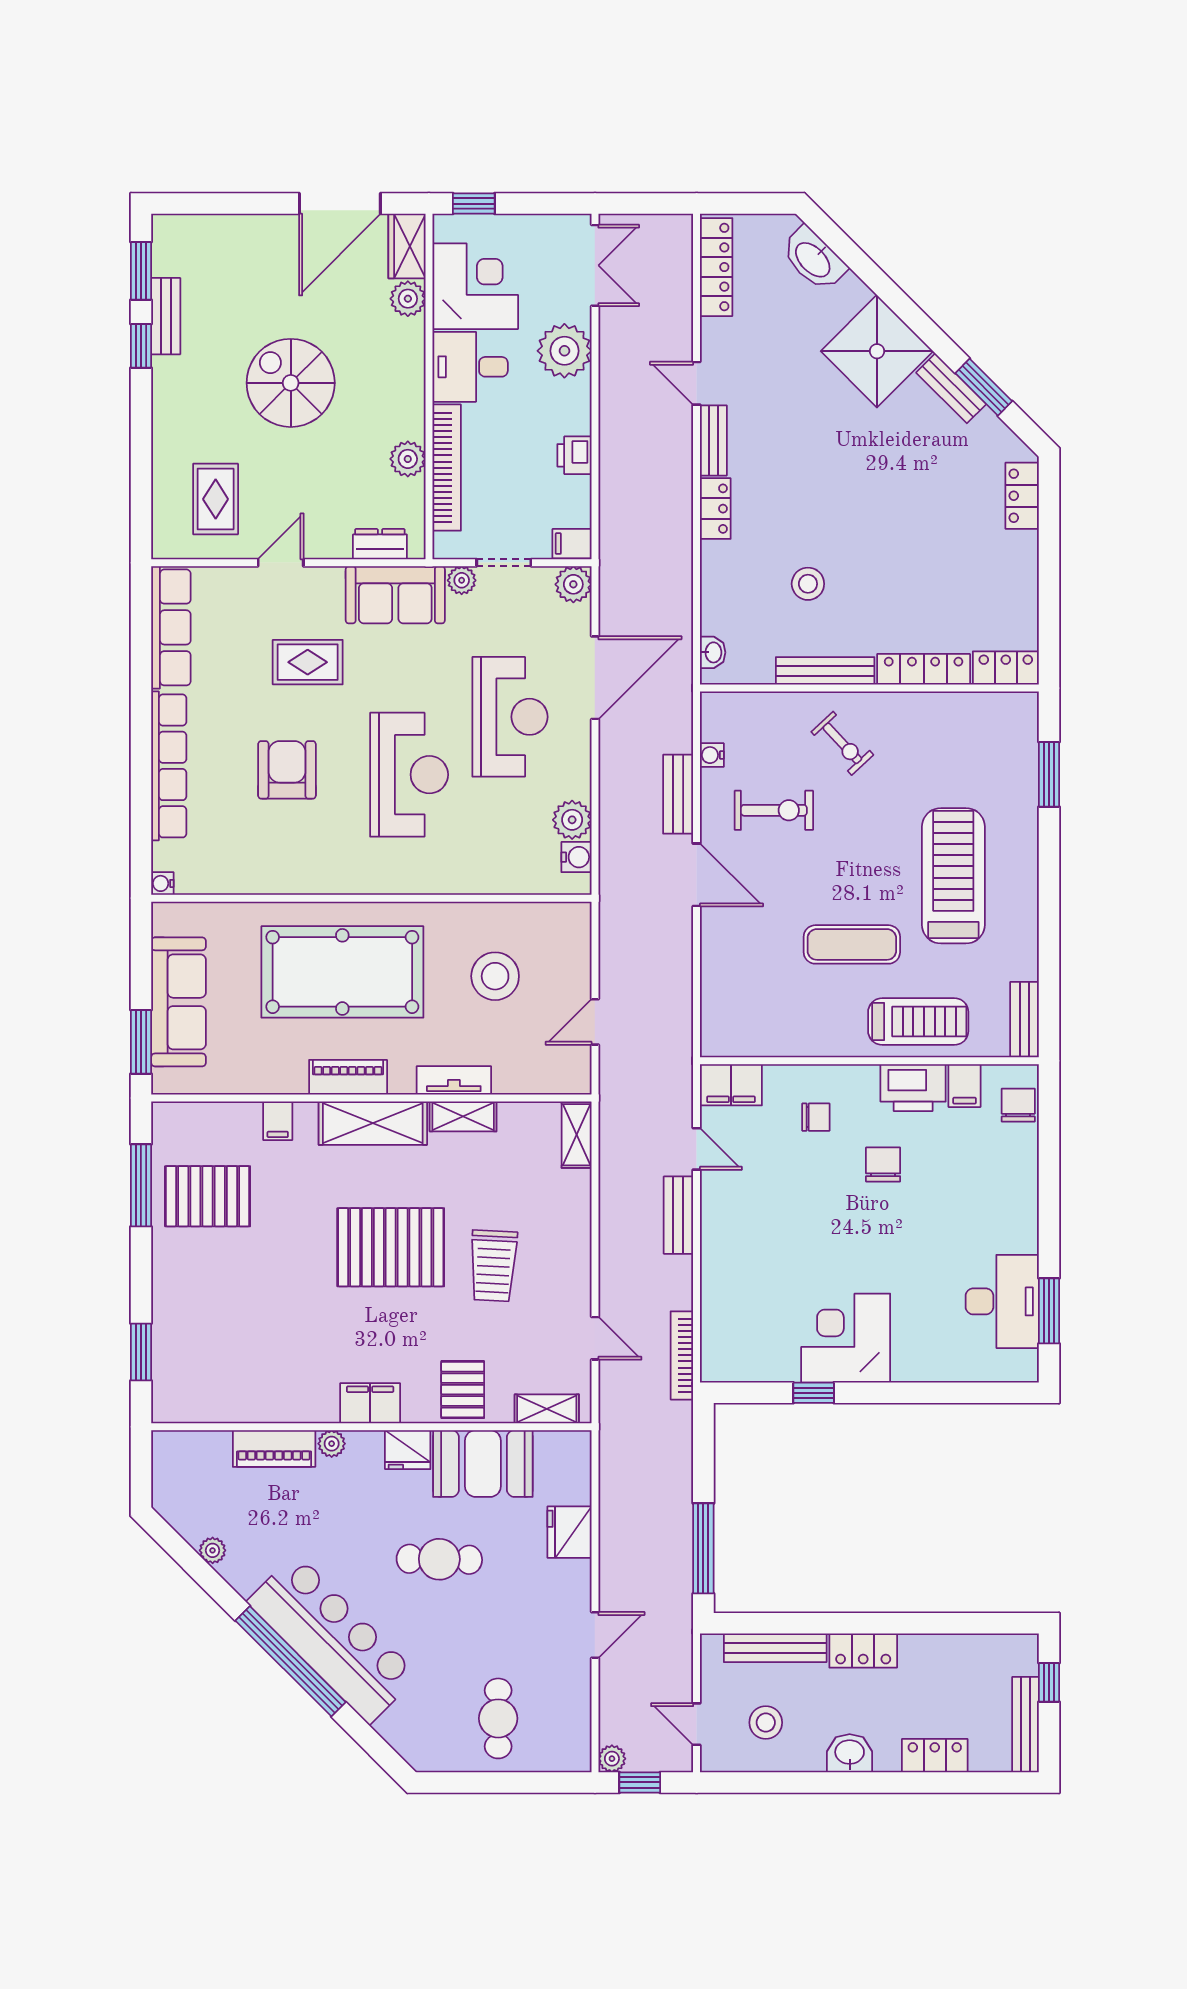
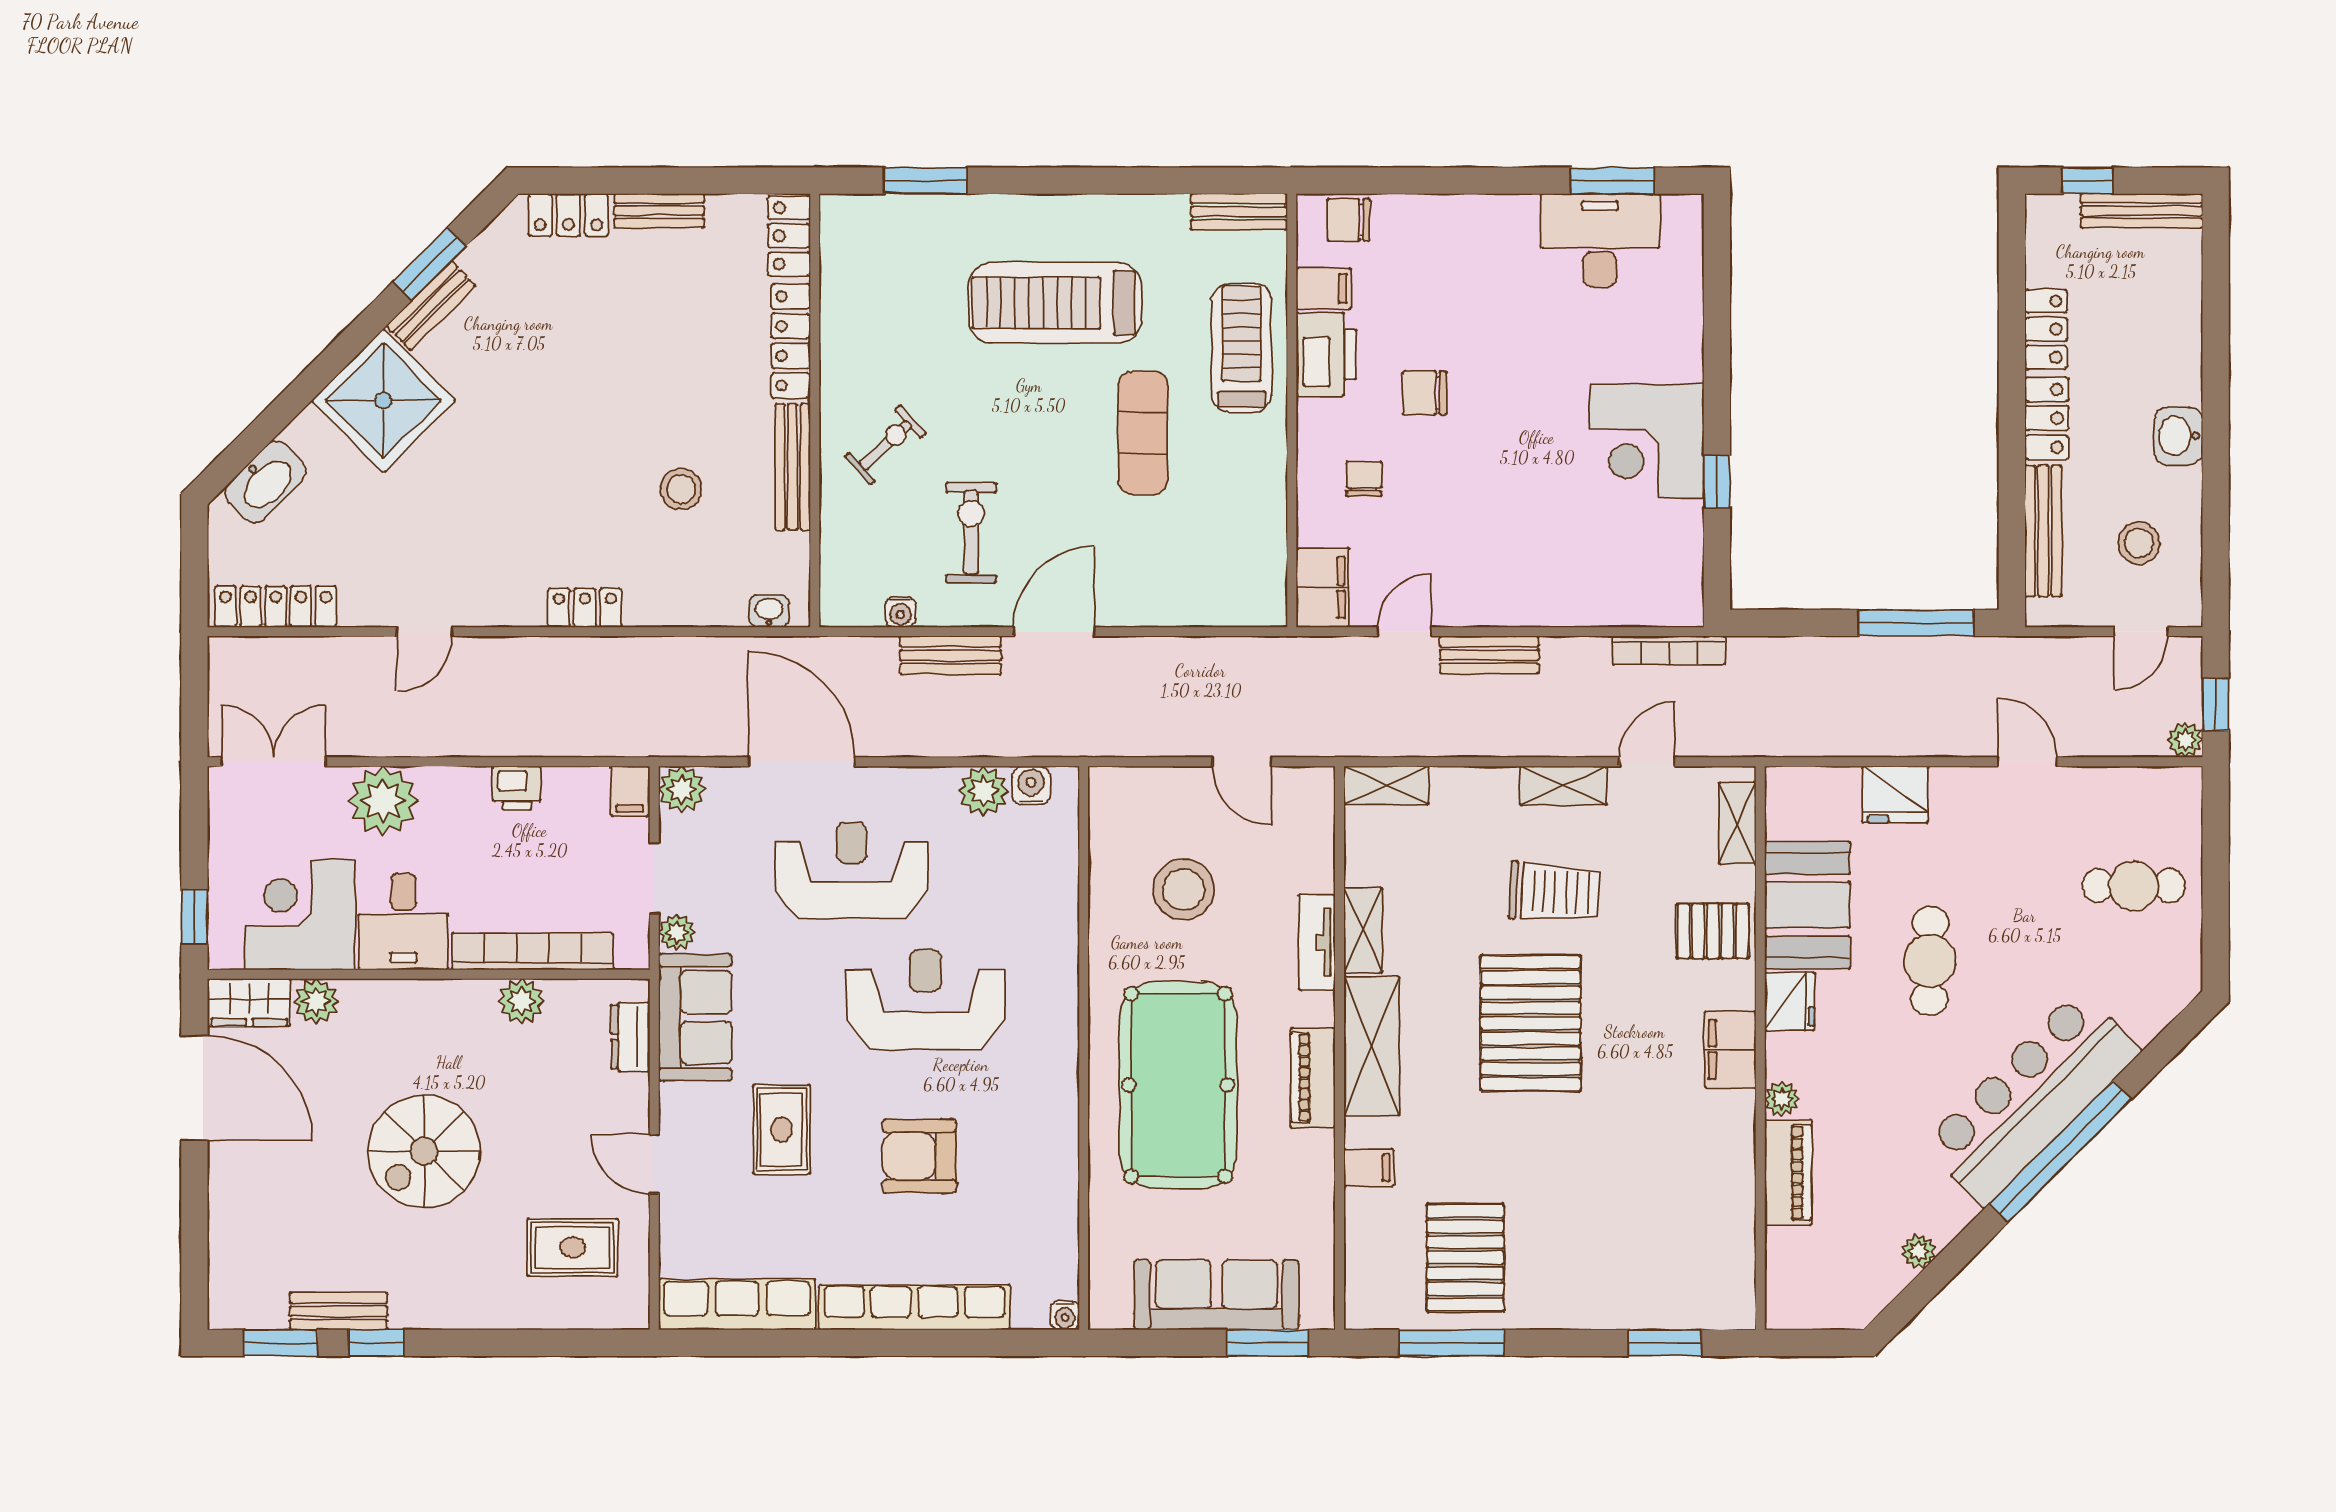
bench: (713, 440) -> (659, 211), moved
shelving: (576, 1273) -> (1563, 786), added
locker: (935, 1756) -> (2046, 329), moved, turned 180

